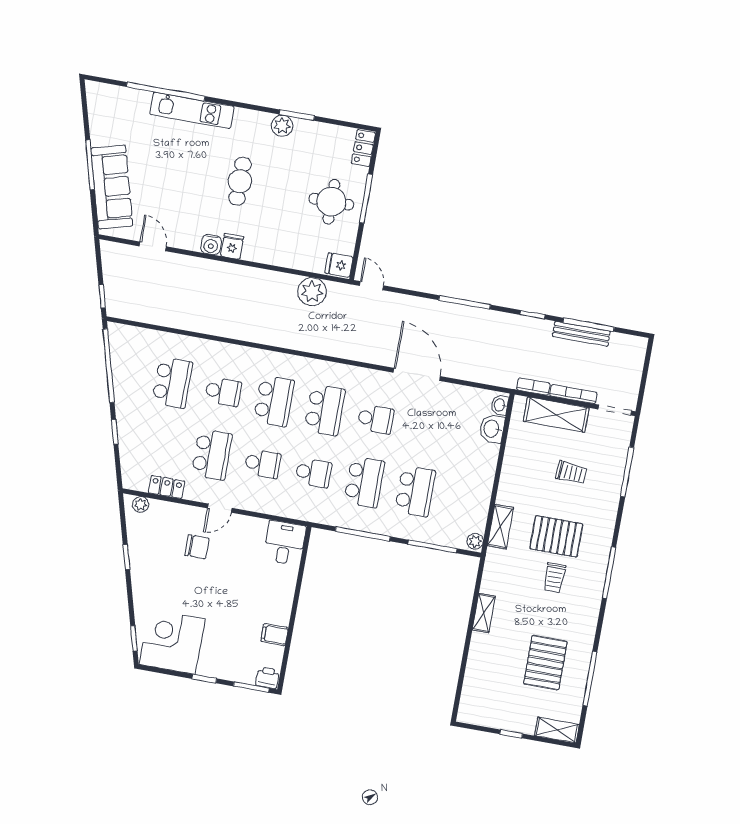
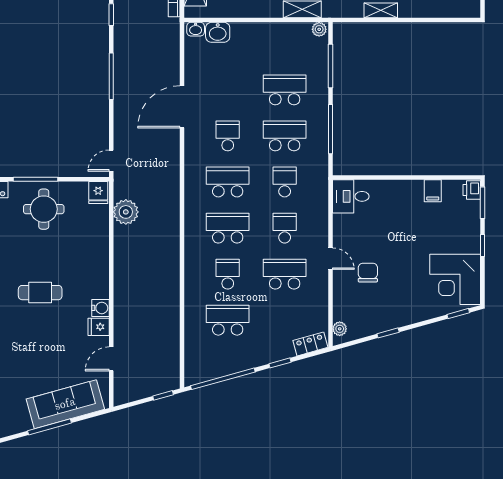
fridge: (232, 246) -> (99, 327), moved
locker: (167, 487) -> (310, 344), moved, turned 75

